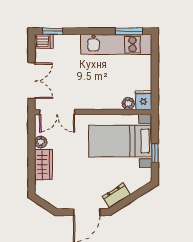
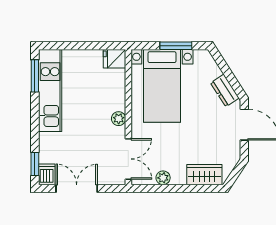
double door: (32, 81) -> (77, 188), moved
plant: (128, 104) -> (119, 119), moved
window: (155, 153) -> (176, 46), width x1.50
wardrobe: (44, 164) -> (204, 175), moved

